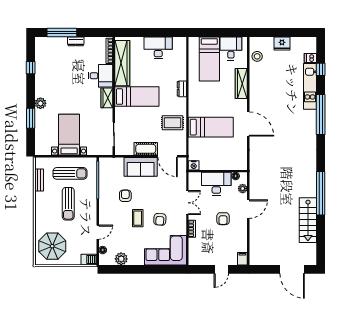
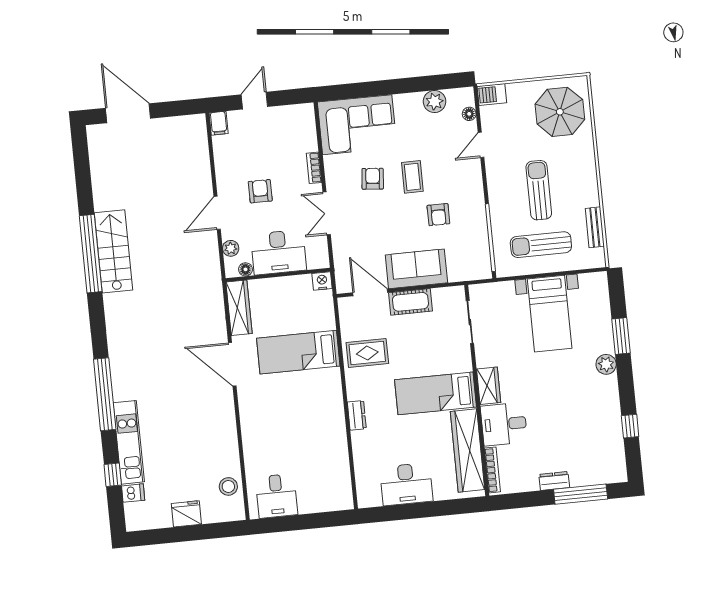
bed: (209, 59) -> (313, 473), removed
wardrobe: (241, 84) -> (239, 308), moved
stairs: (308, 220) -> (113, 251), moved

